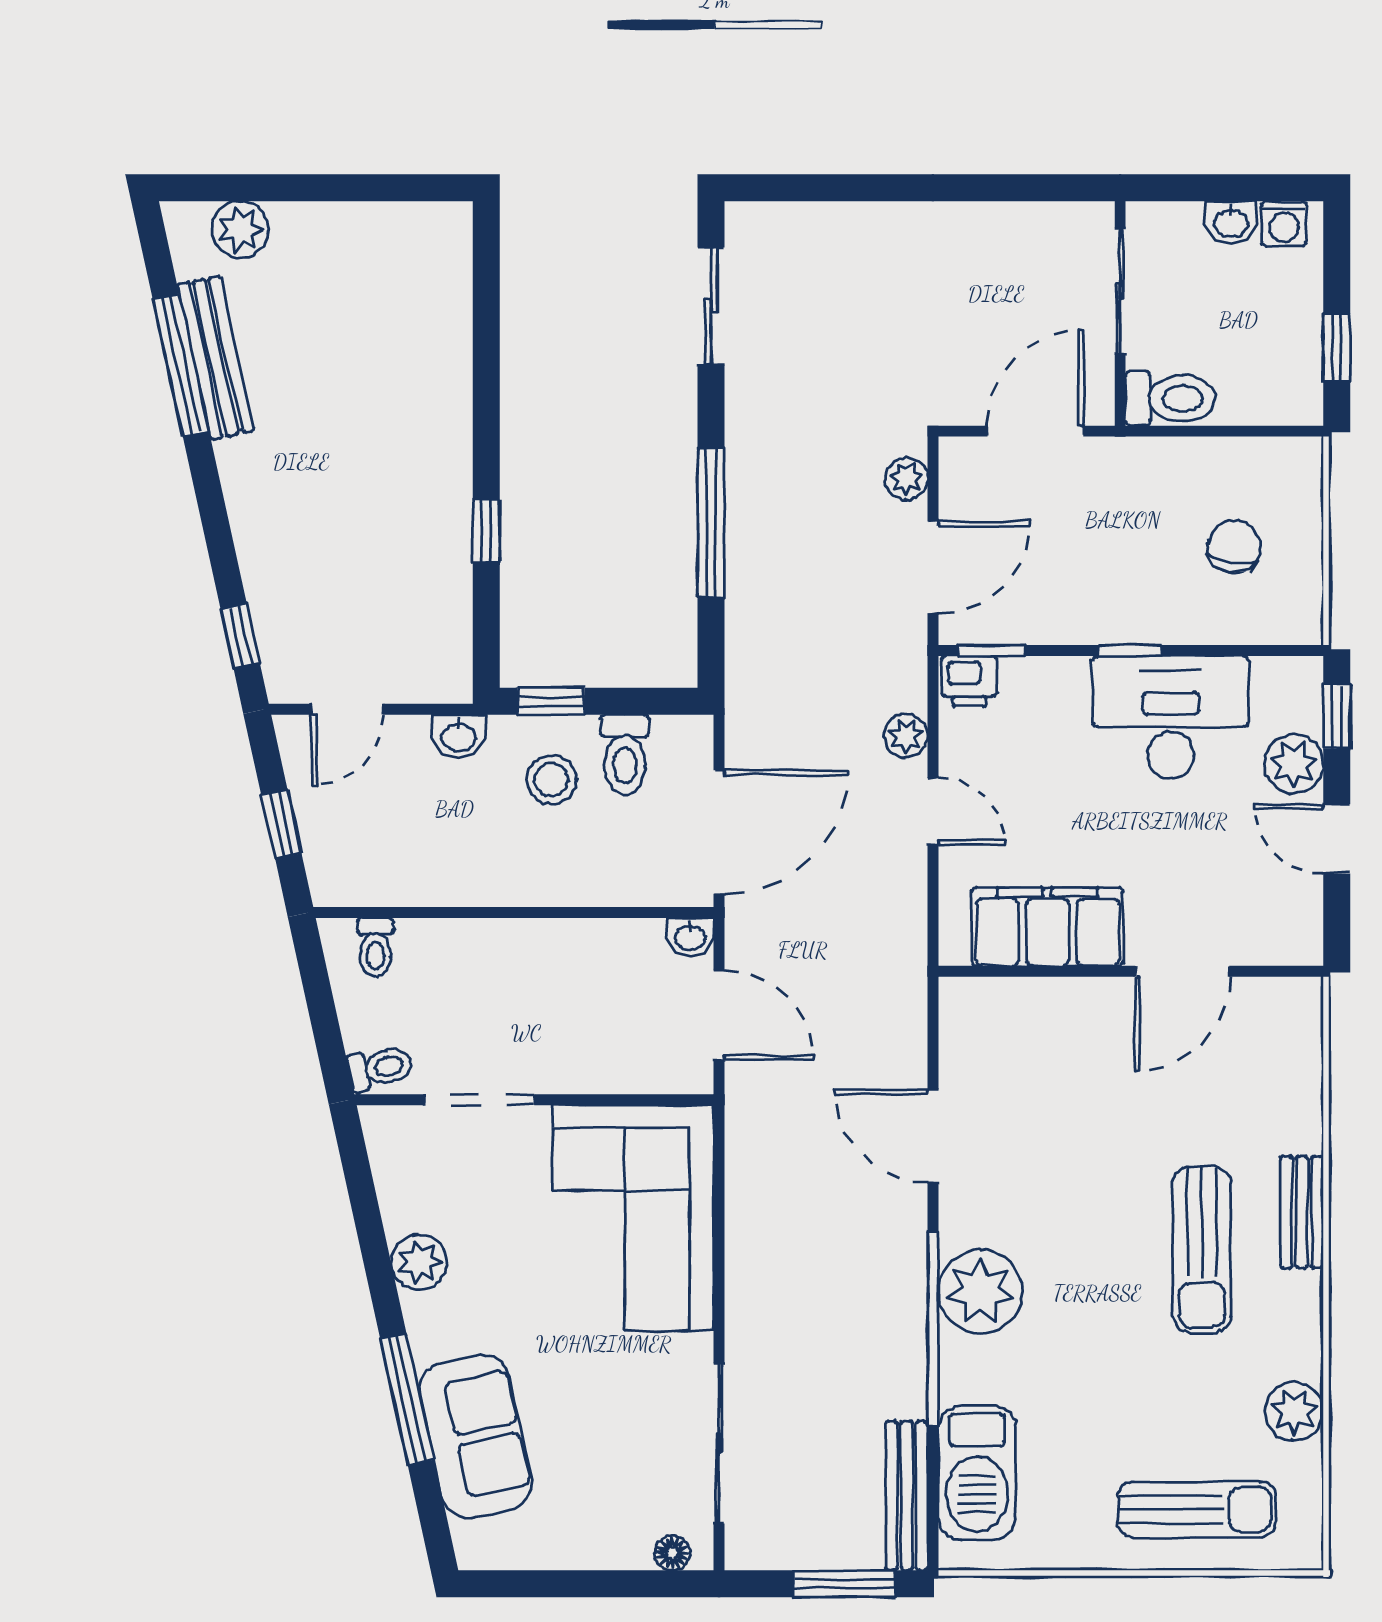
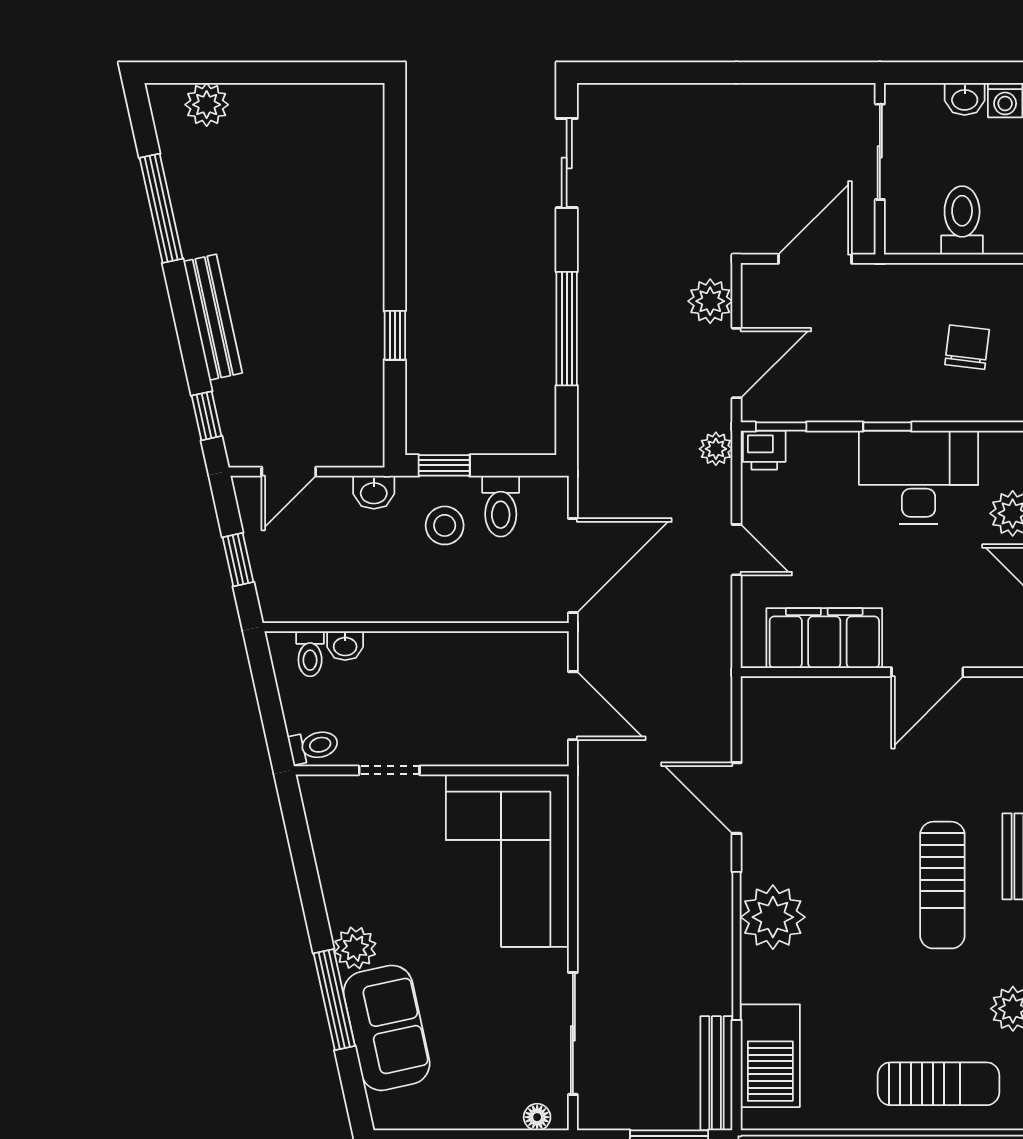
bench: (216, 358) -> (213, 317), moved
toilet: (1170, 399) -> (962, 220), moved, turned -90
plant: (906, 479) -> (710, 301), width x1.38, depth x1.38
plant: (906, 736) -> (716, 449), moved
washbasin: (690, 937) -> (345, 646), moved
doorway: (479, 1100) -> (389, 770), width x0.73
plant: (419, 1262) -> (355, 948), moved

